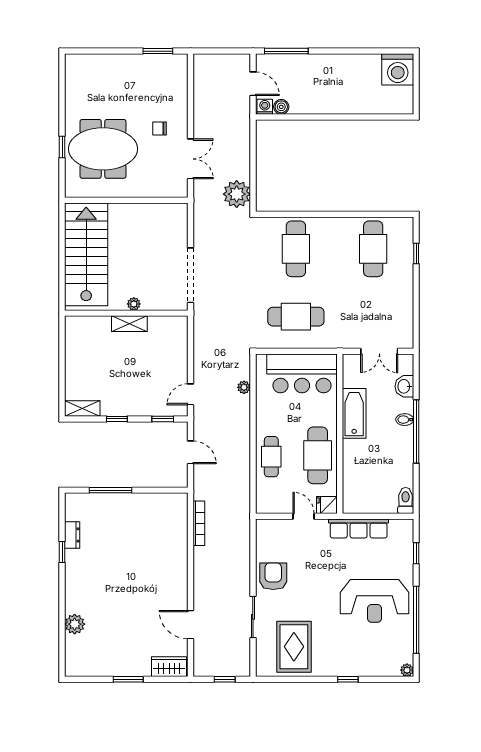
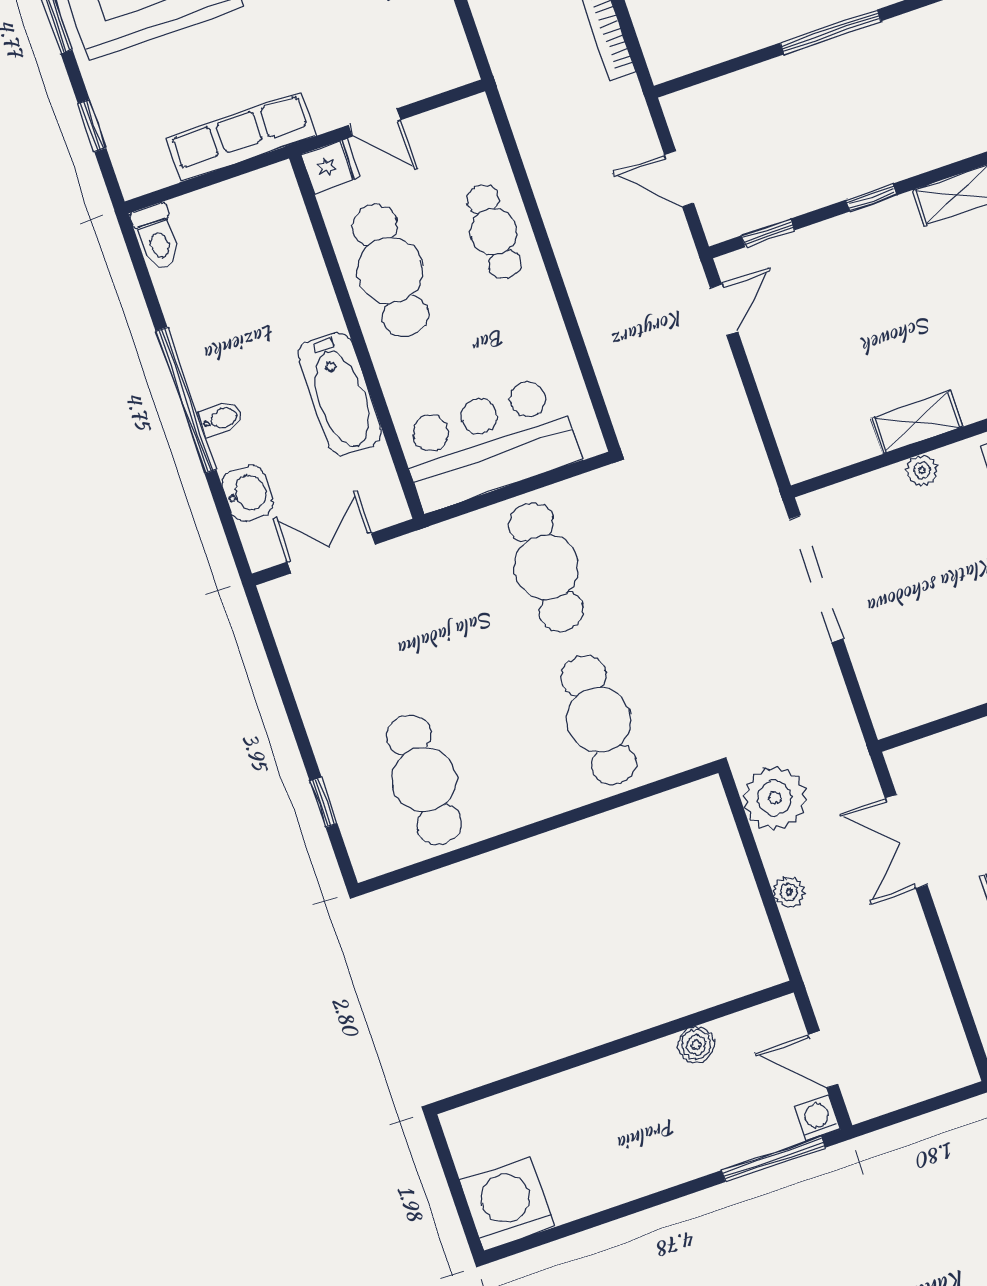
washing machine: (265, 107) -> (817, 1118), moved, turned 180
boiler: (281, 107) -> (696, 1045), moved
cafe table: (296, 317) -> (546, 567), turned 90
plant: (244, 387) -> (789, 892), moved

